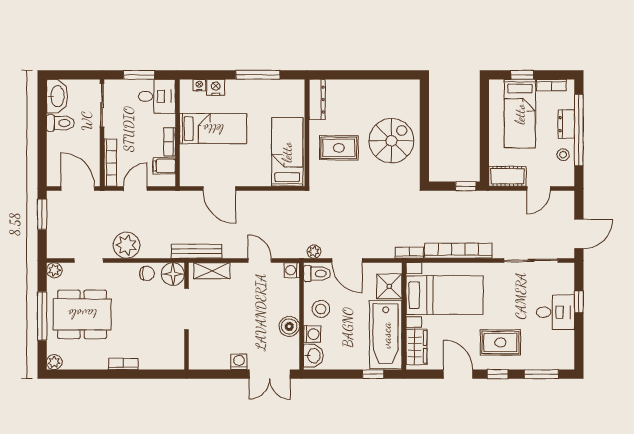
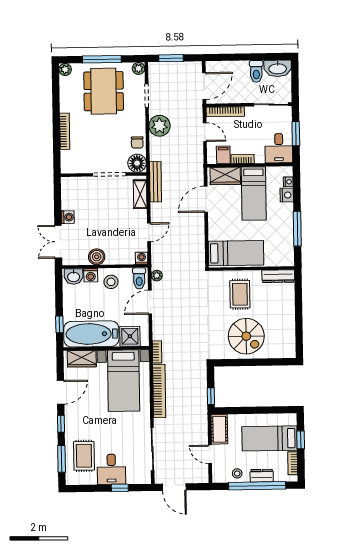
wardrobe: (191, 164) -> (225, 176), added
window: (42, 214) -> (171, 58), moved
rug: (500, 342) -> (84, 456), moved
bookcase: (123, 364) -> (65, 131), width x1.56

